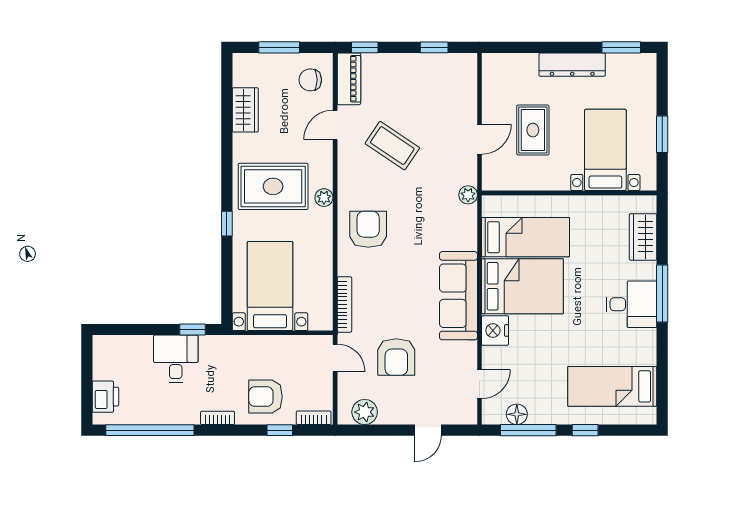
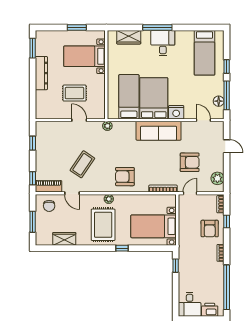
desk: (176, 359) -> (190, 304), moved, turned -90

